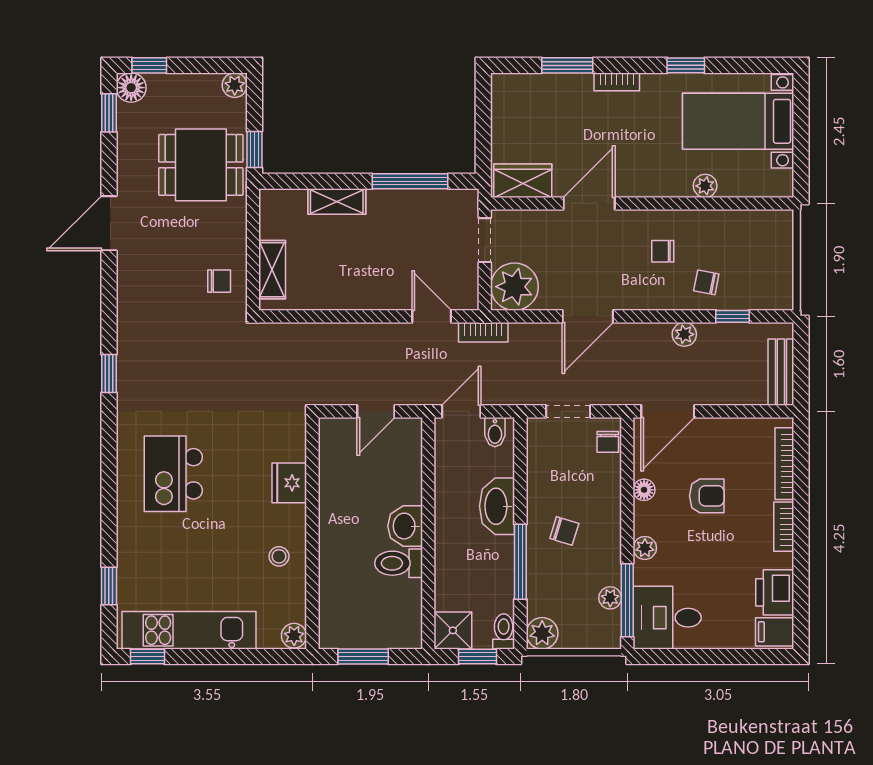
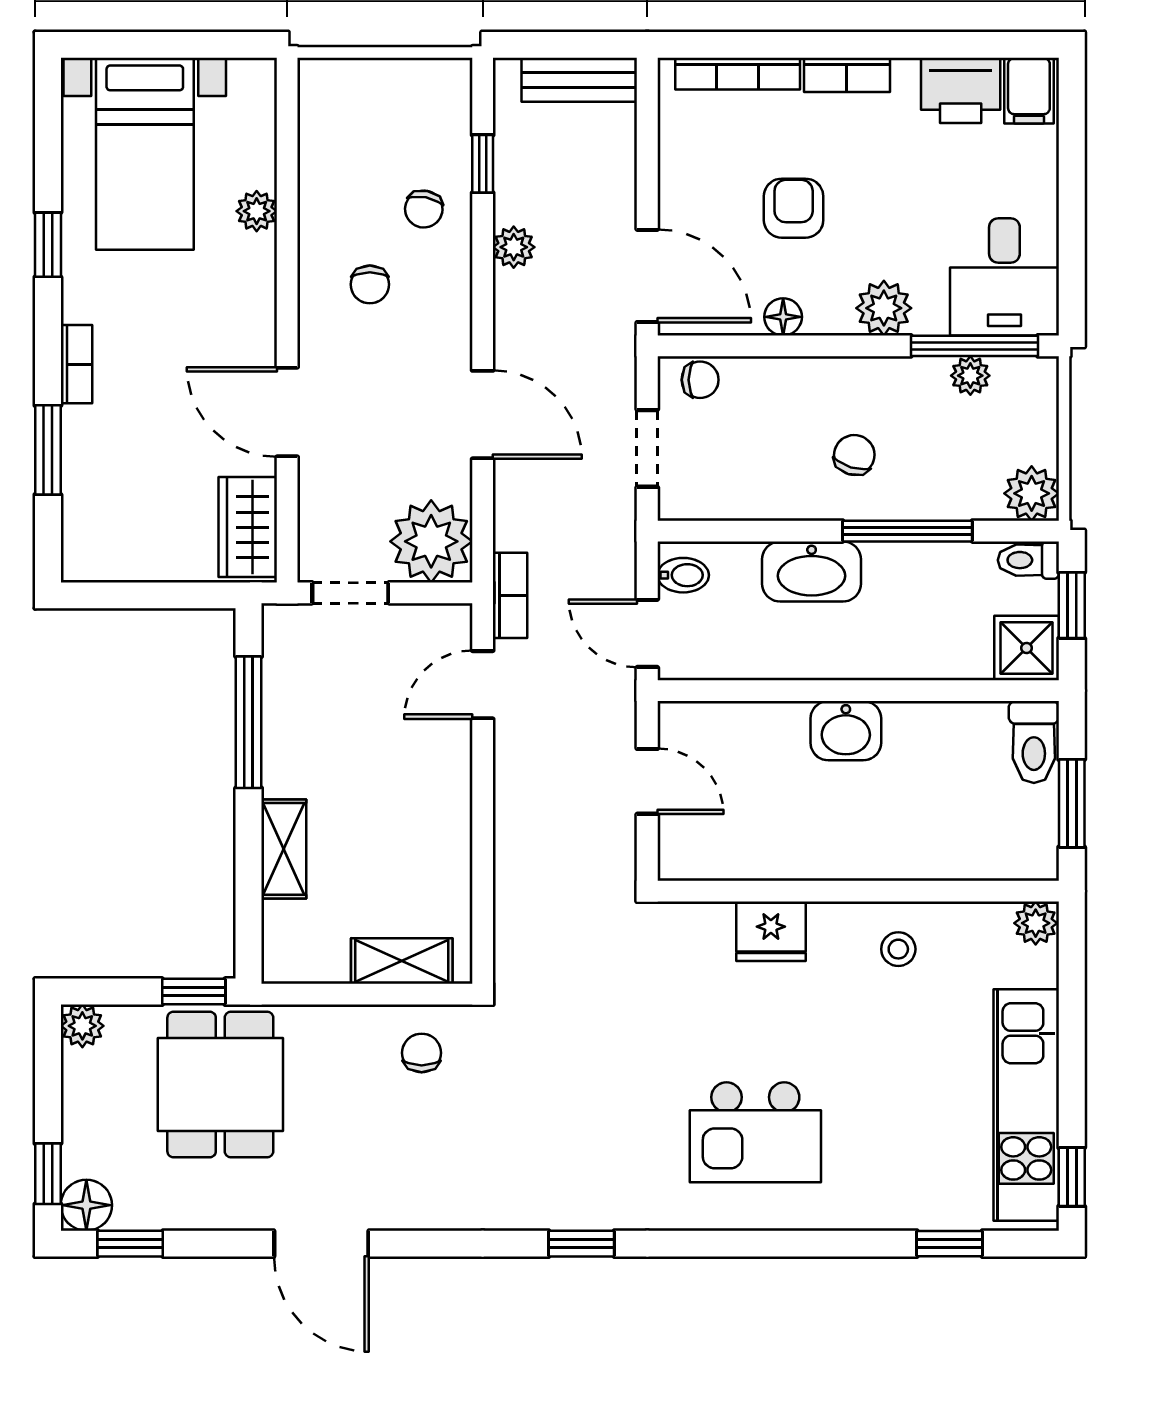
plant: (645, 548) -> (884, 308), width x1.38, depth x1.38
toilet: (399, 563) -> (1034, 742), moved

